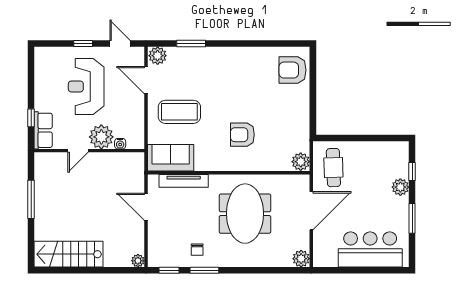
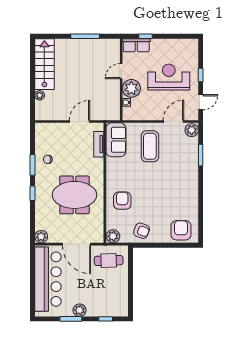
armchair: (293, 123) -> (142, 231), added
armchair: (242, 135) -> (122, 201), moved
door: (78, 151) -> (121, 71), hinge flipped
tv unit: (184, 181) -> (99, 144), width x0.71
plant: (400, 187) -> (80, 310), moved
bar counter: (370, 249) -> (48, 279), width x1.36
plant: (138, 261) -> (40, 95), moved
window: (169, 270) -> (32, 193), moved

